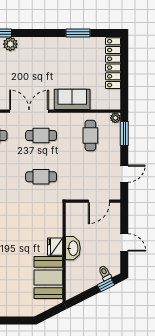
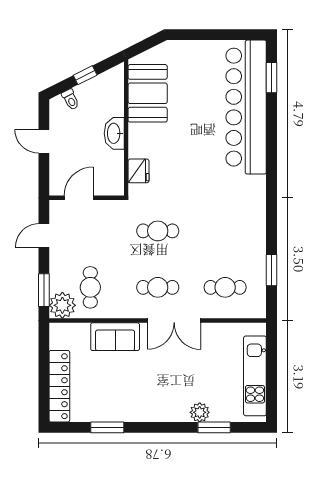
plant: (115, 118) -> (62, 305), width x1.88, depth x1.88
fridge: (55, 247) -> (139, 171), moved
window: (106, 285) -> (85, 75), moved

